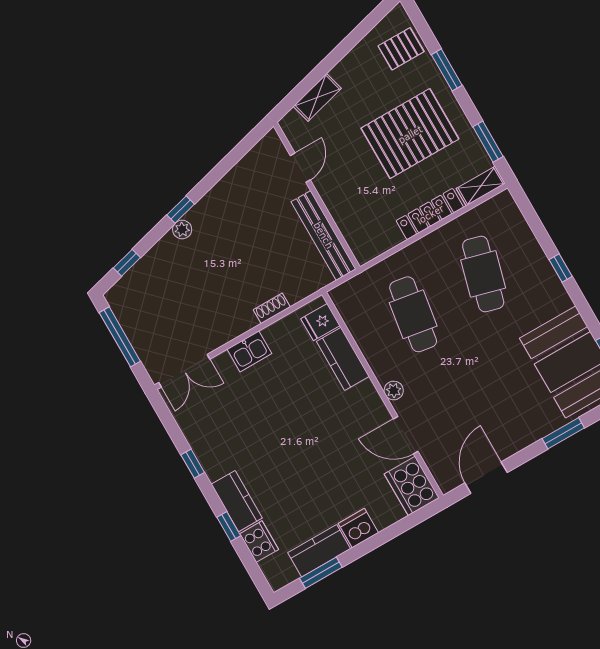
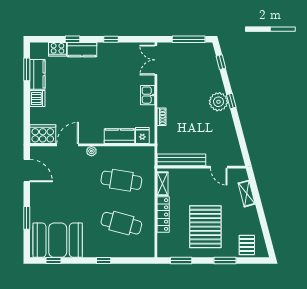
shelving: (481, 186) -> (163, 184), moved
plant: (182, 229) -> (218, 102), width x1.88, depth x1.88

